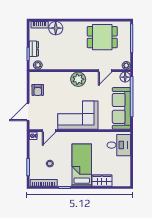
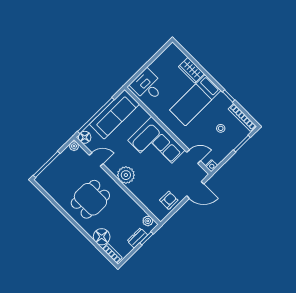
dining table: (102, 37) -> (90, 199), moved, turned 90

